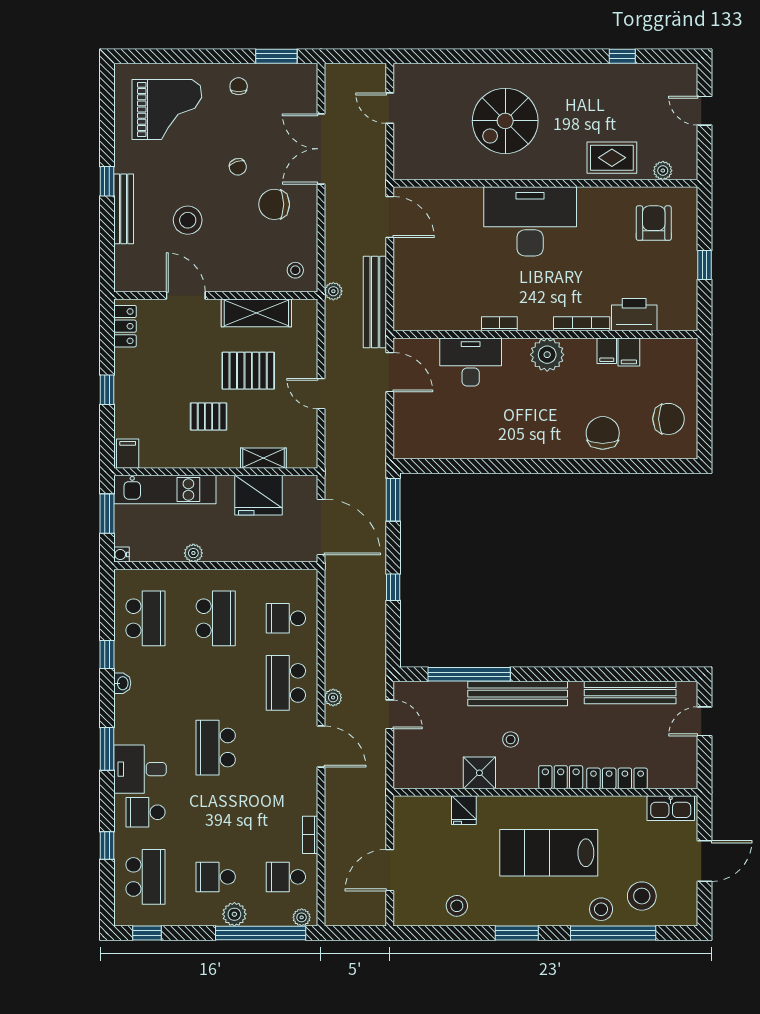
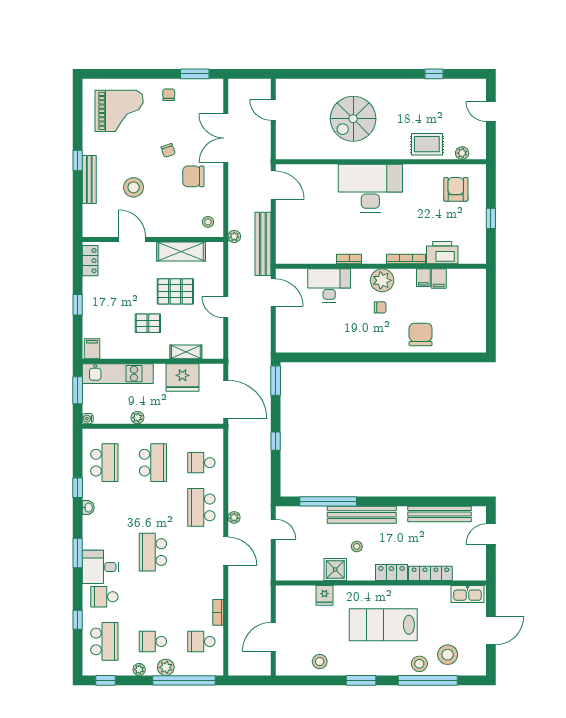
chair: (668, 419) -> (380, 307), moved, width x0.54, depth x0.54
plant: (302, 917) -> (139, 669), moved

